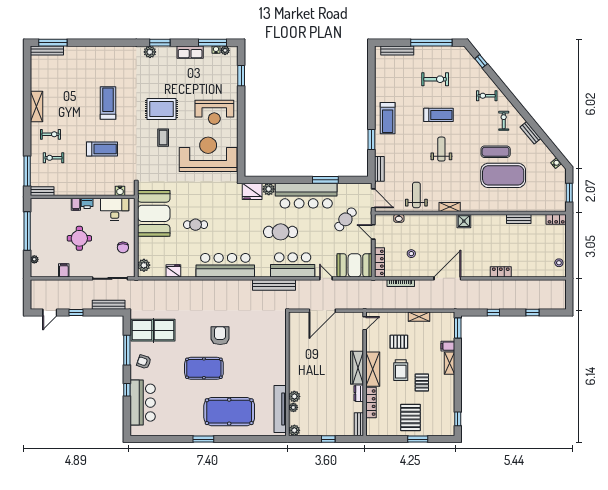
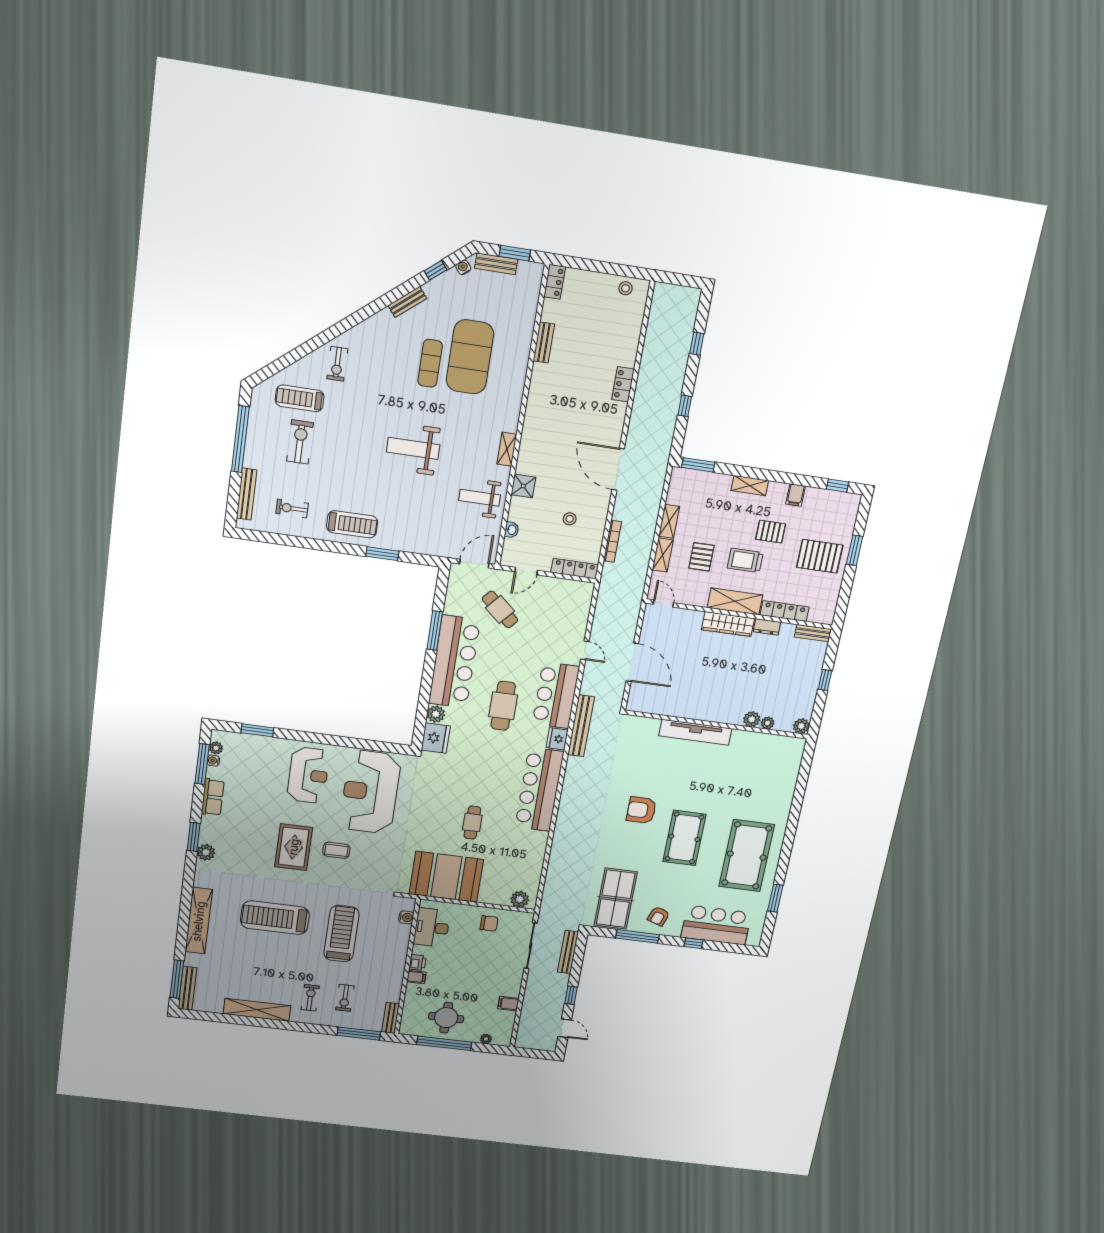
shelving: (99, 53) -> (199, 921), added
window: (481, 61) -> (436, 270), moved
treadmill: (108, 103) -> (275, 918), width x1.37, depth x1.38
shelving: (36, 106) -> (257, 1010), width x1.47
treadmill: (438, 115) -> (300, 398), moved, turned -90
exercise bike: (504, 121) -> (292, 508), moved
treadmill: (102, 149) -> (341, 934), width x1.37, depth x1.38
weight bench: (441, 149) -> (413, 448), width x1.36, depth x1.33
bench: (379, 169) -> (496, 264), moved
shower: (464, 221) -> (523, 486), moved
round table: (79, 238) -> (446, 1018), moved
booth: (355, 265) -> (573, 606), removed
fridge: (173, 271) -> (557, 739), moved
door: (326, 278) -> (585, 650), swing flipped
shelving: (397, 317) -> (663, 555), added
filing cabinet: (448, 346) -> (796, 495), moved
trolley: (401, 370) -> (745, 560), turned 180
tv unit: (280, 409) -> (695, 732), moved
pool table: (229, 412) -> (747, 856), moved
window: (203, 439) -> (775, 898), moved

